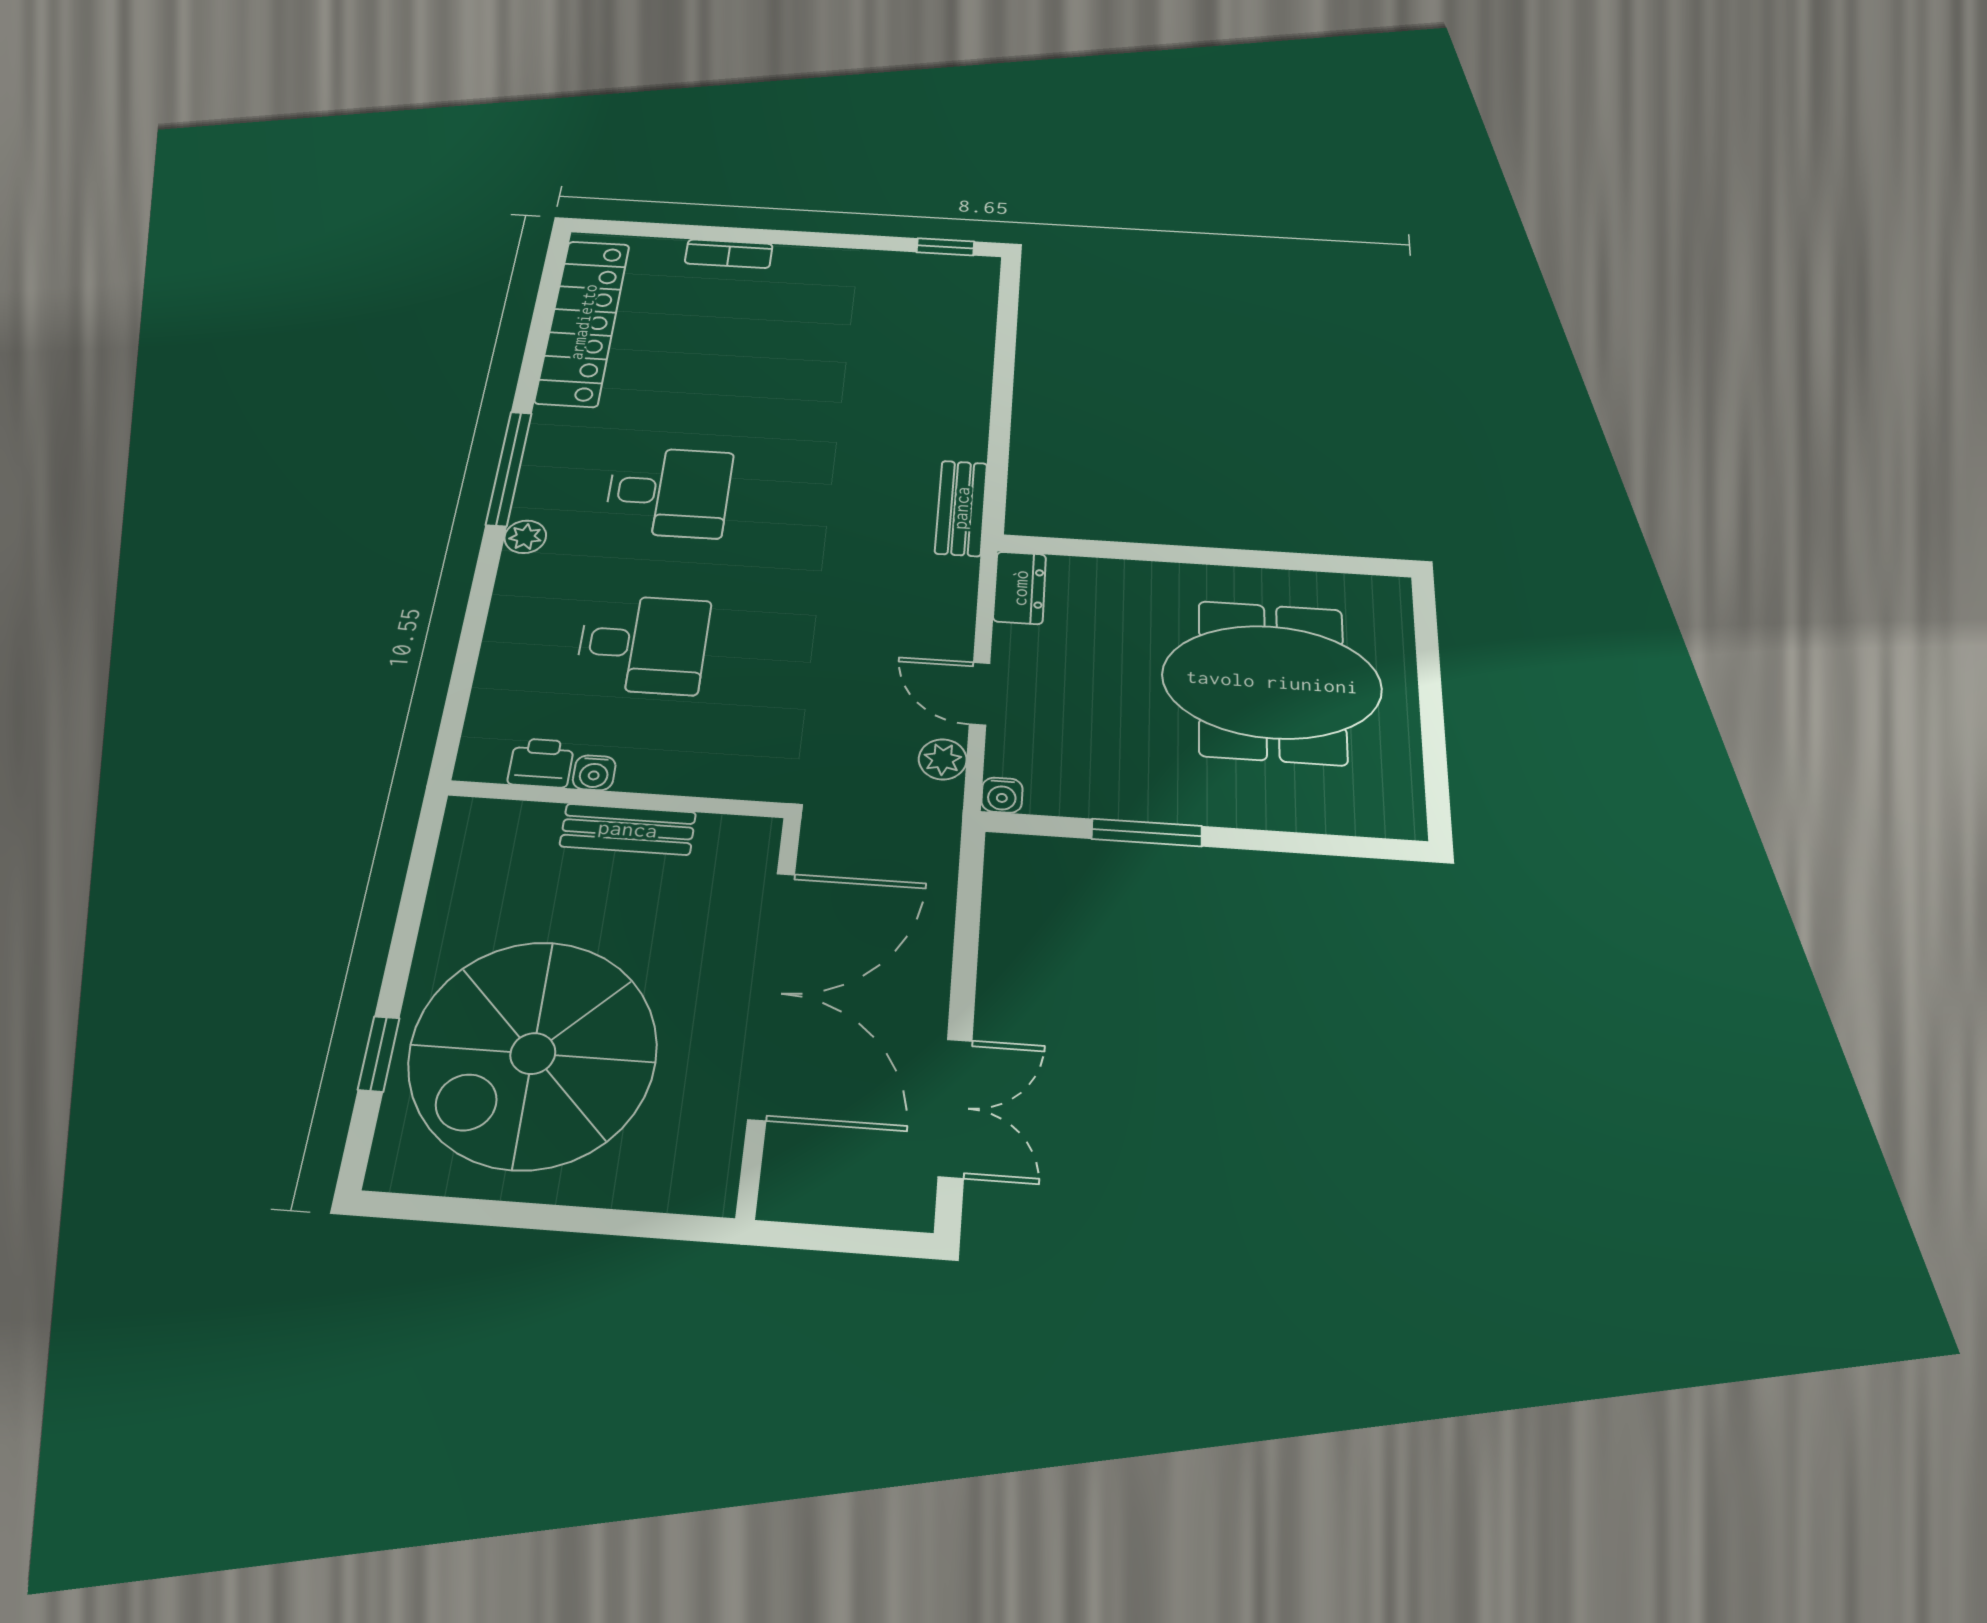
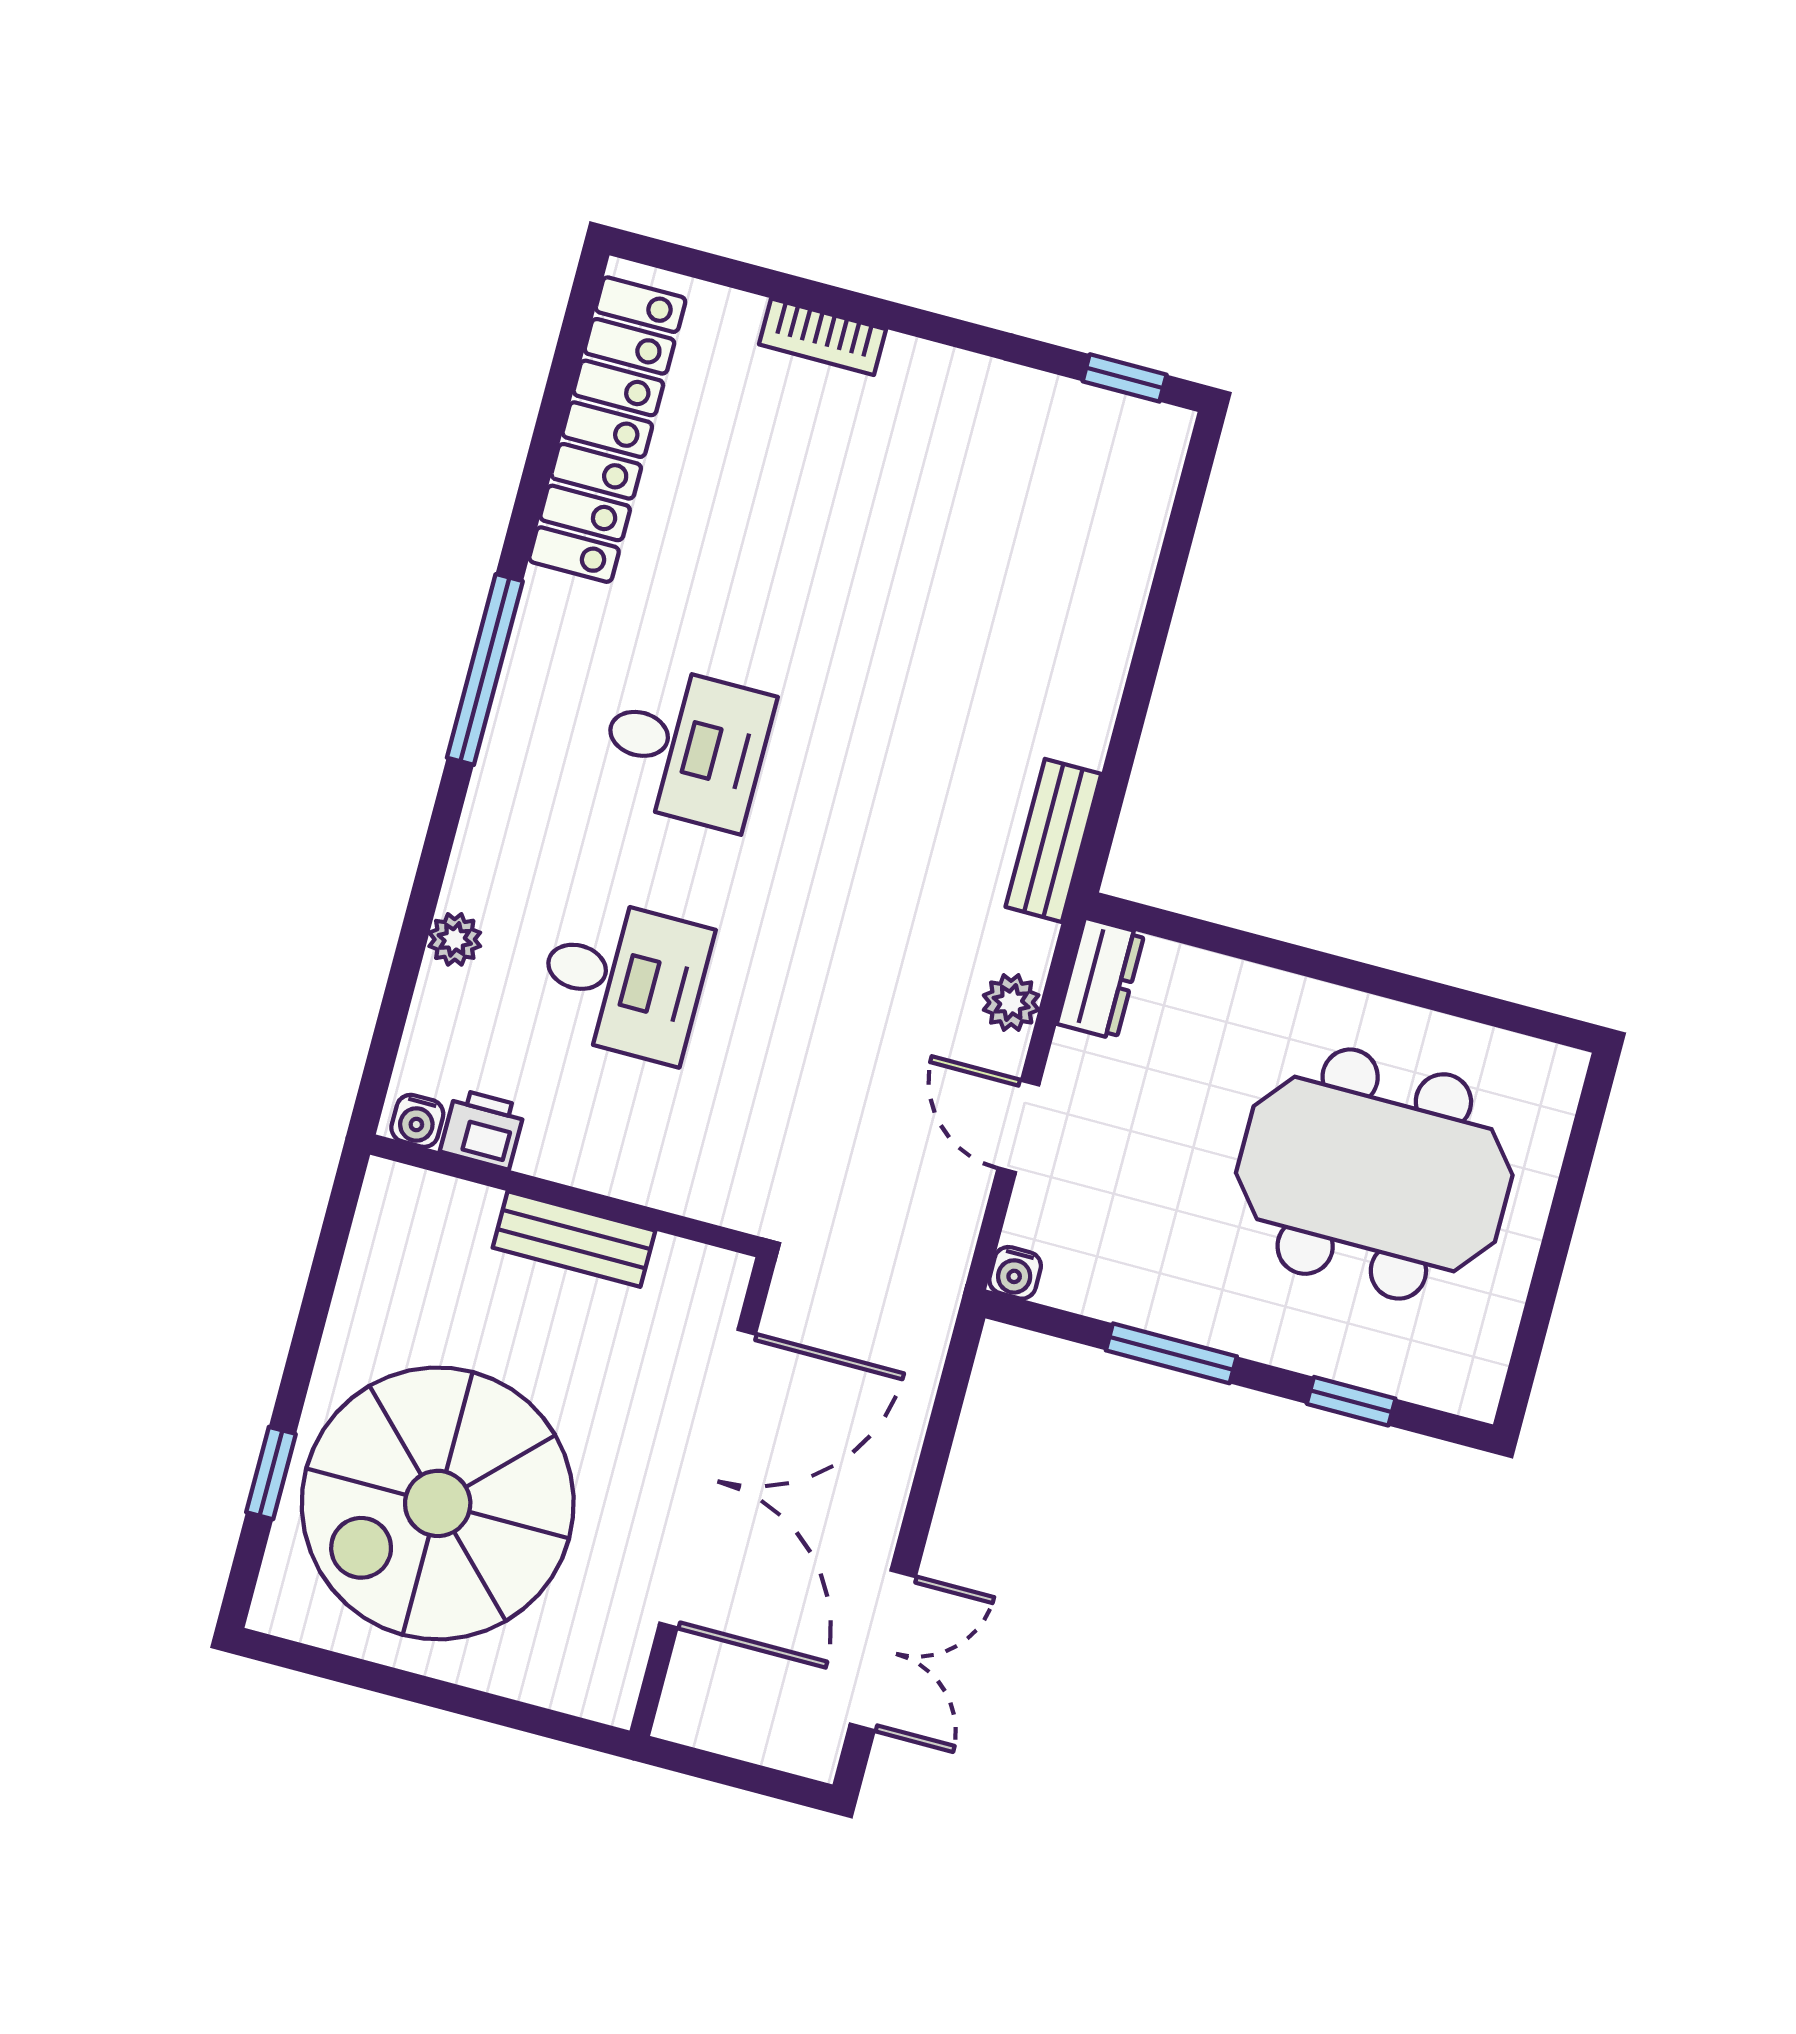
plant: (525, 537) -> (455, 939), moved
plant: (943, 759) -> (1011, 1002), moved
water cooler: (594, 773) -> (417, 1121), moved
window: (1306, 843) -> (1351, 1401), added

